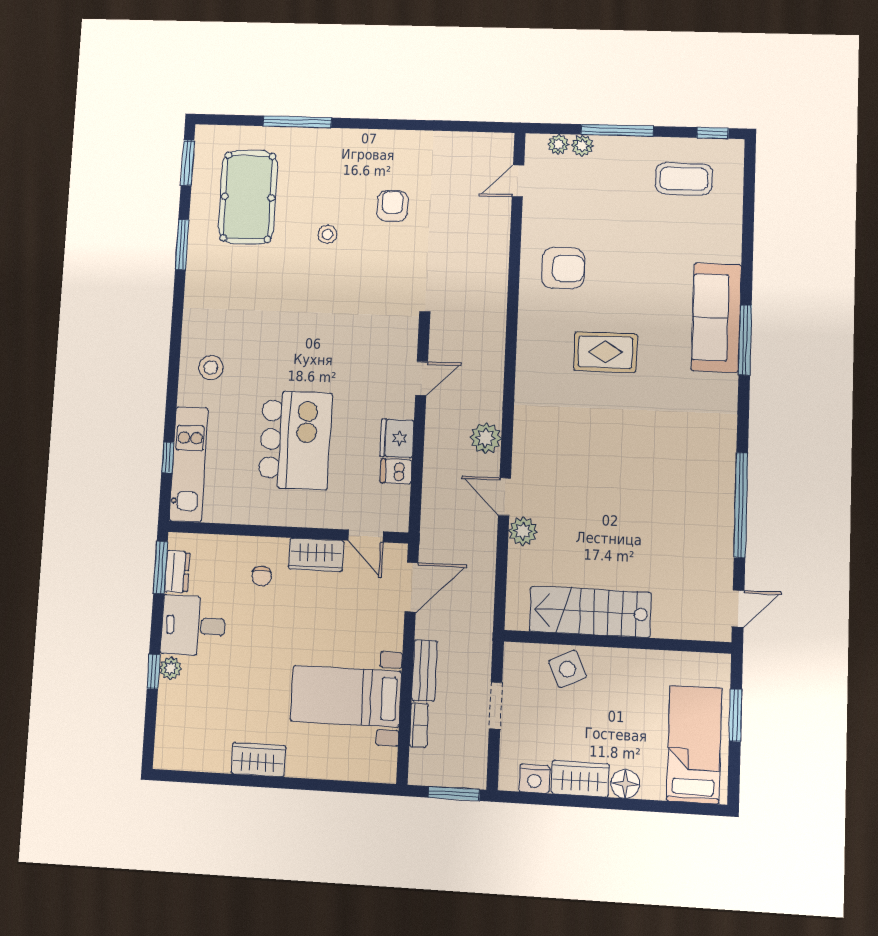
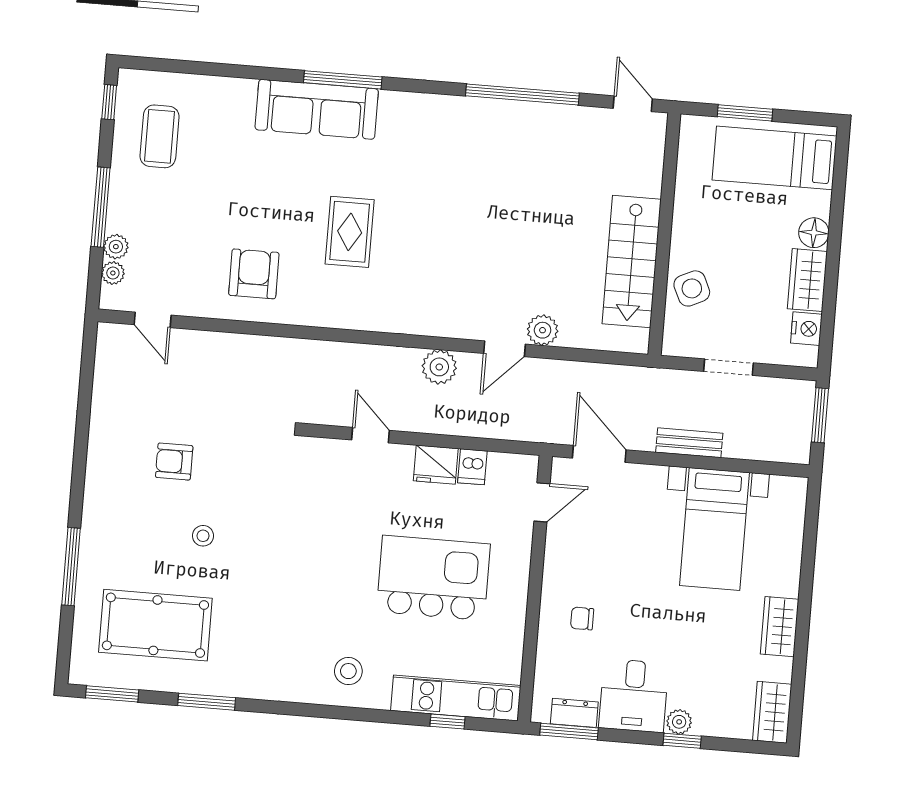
wardrobe: (316, 555) -> (772, 712), moved, turned 180
chair: (262, 576) -> (582, 618), turned 180
bookcase: (419, 725) -> (747, 451), removed

